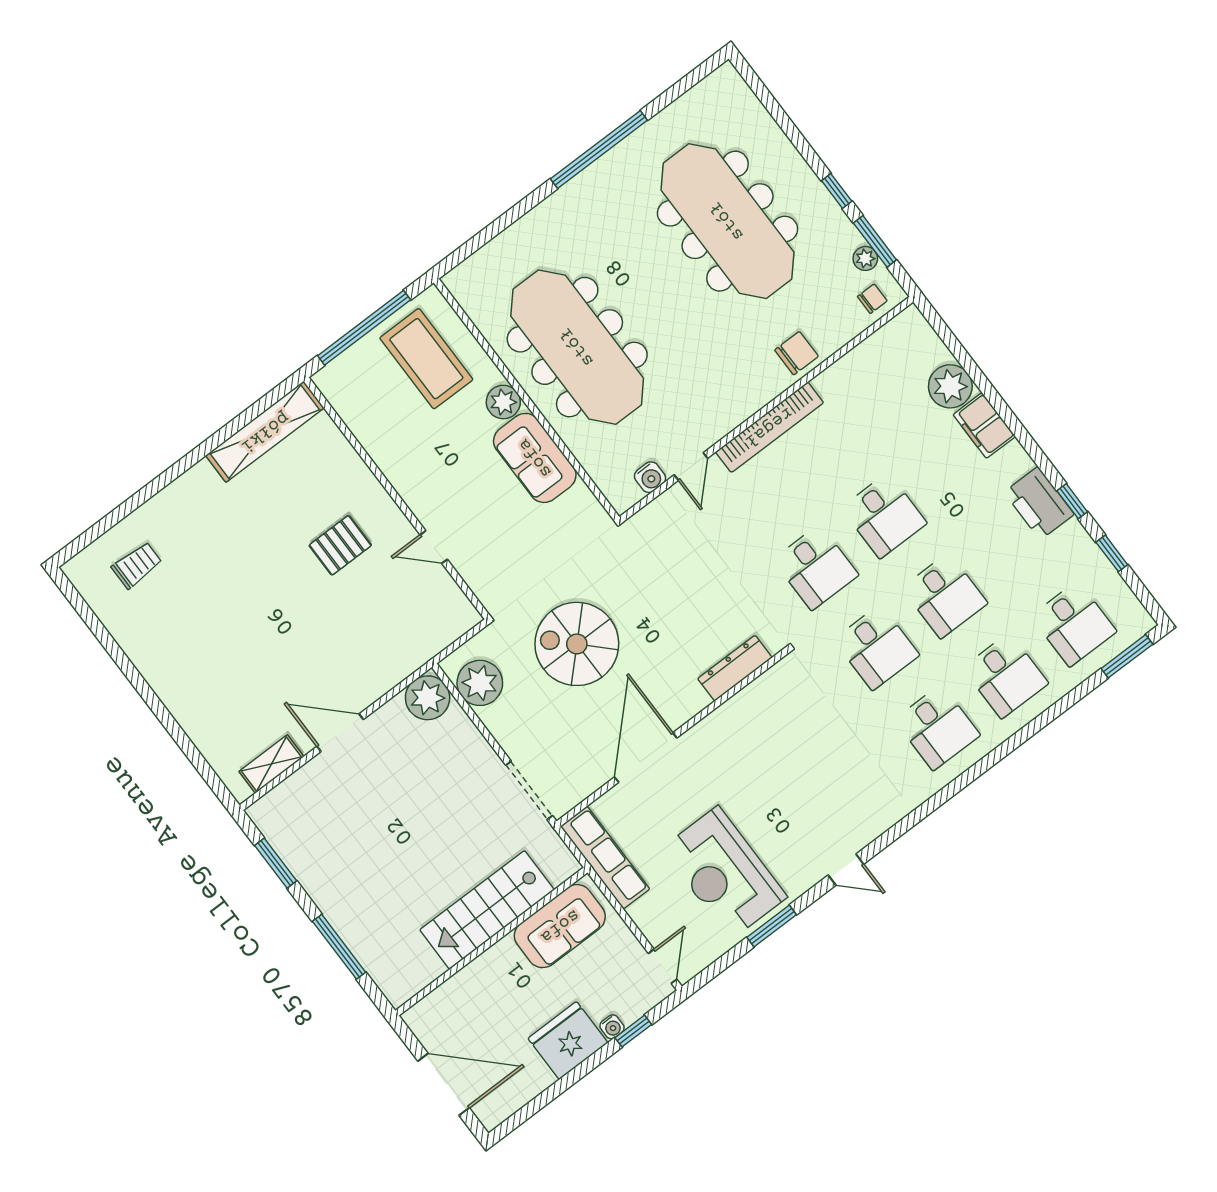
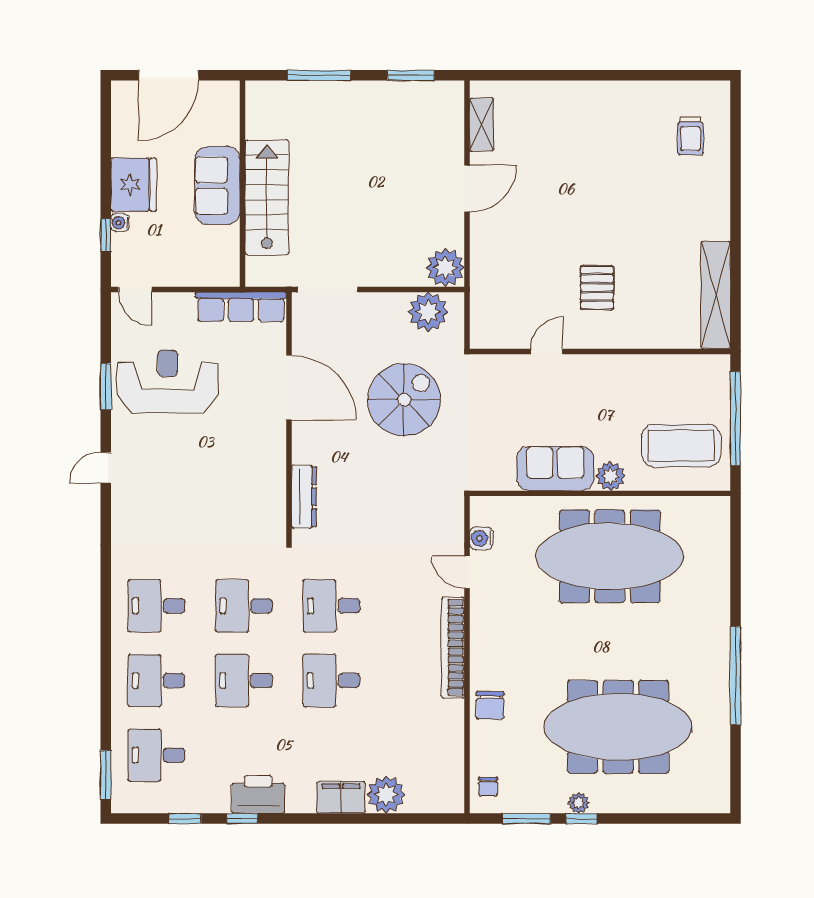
plant: (865, 258) -> (579, 803), moved
sofa: (560, 926) -> (217, 186), moved

